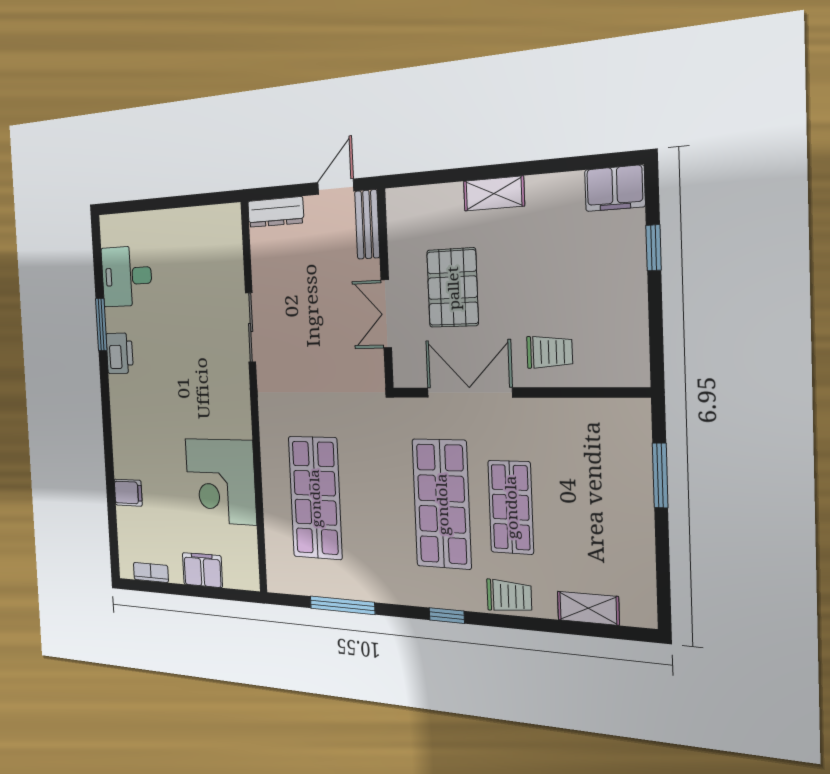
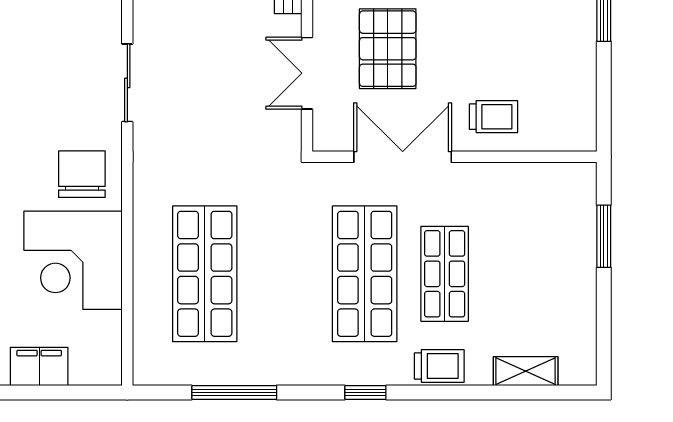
chair: (223, 408) -> (82, 174), added

